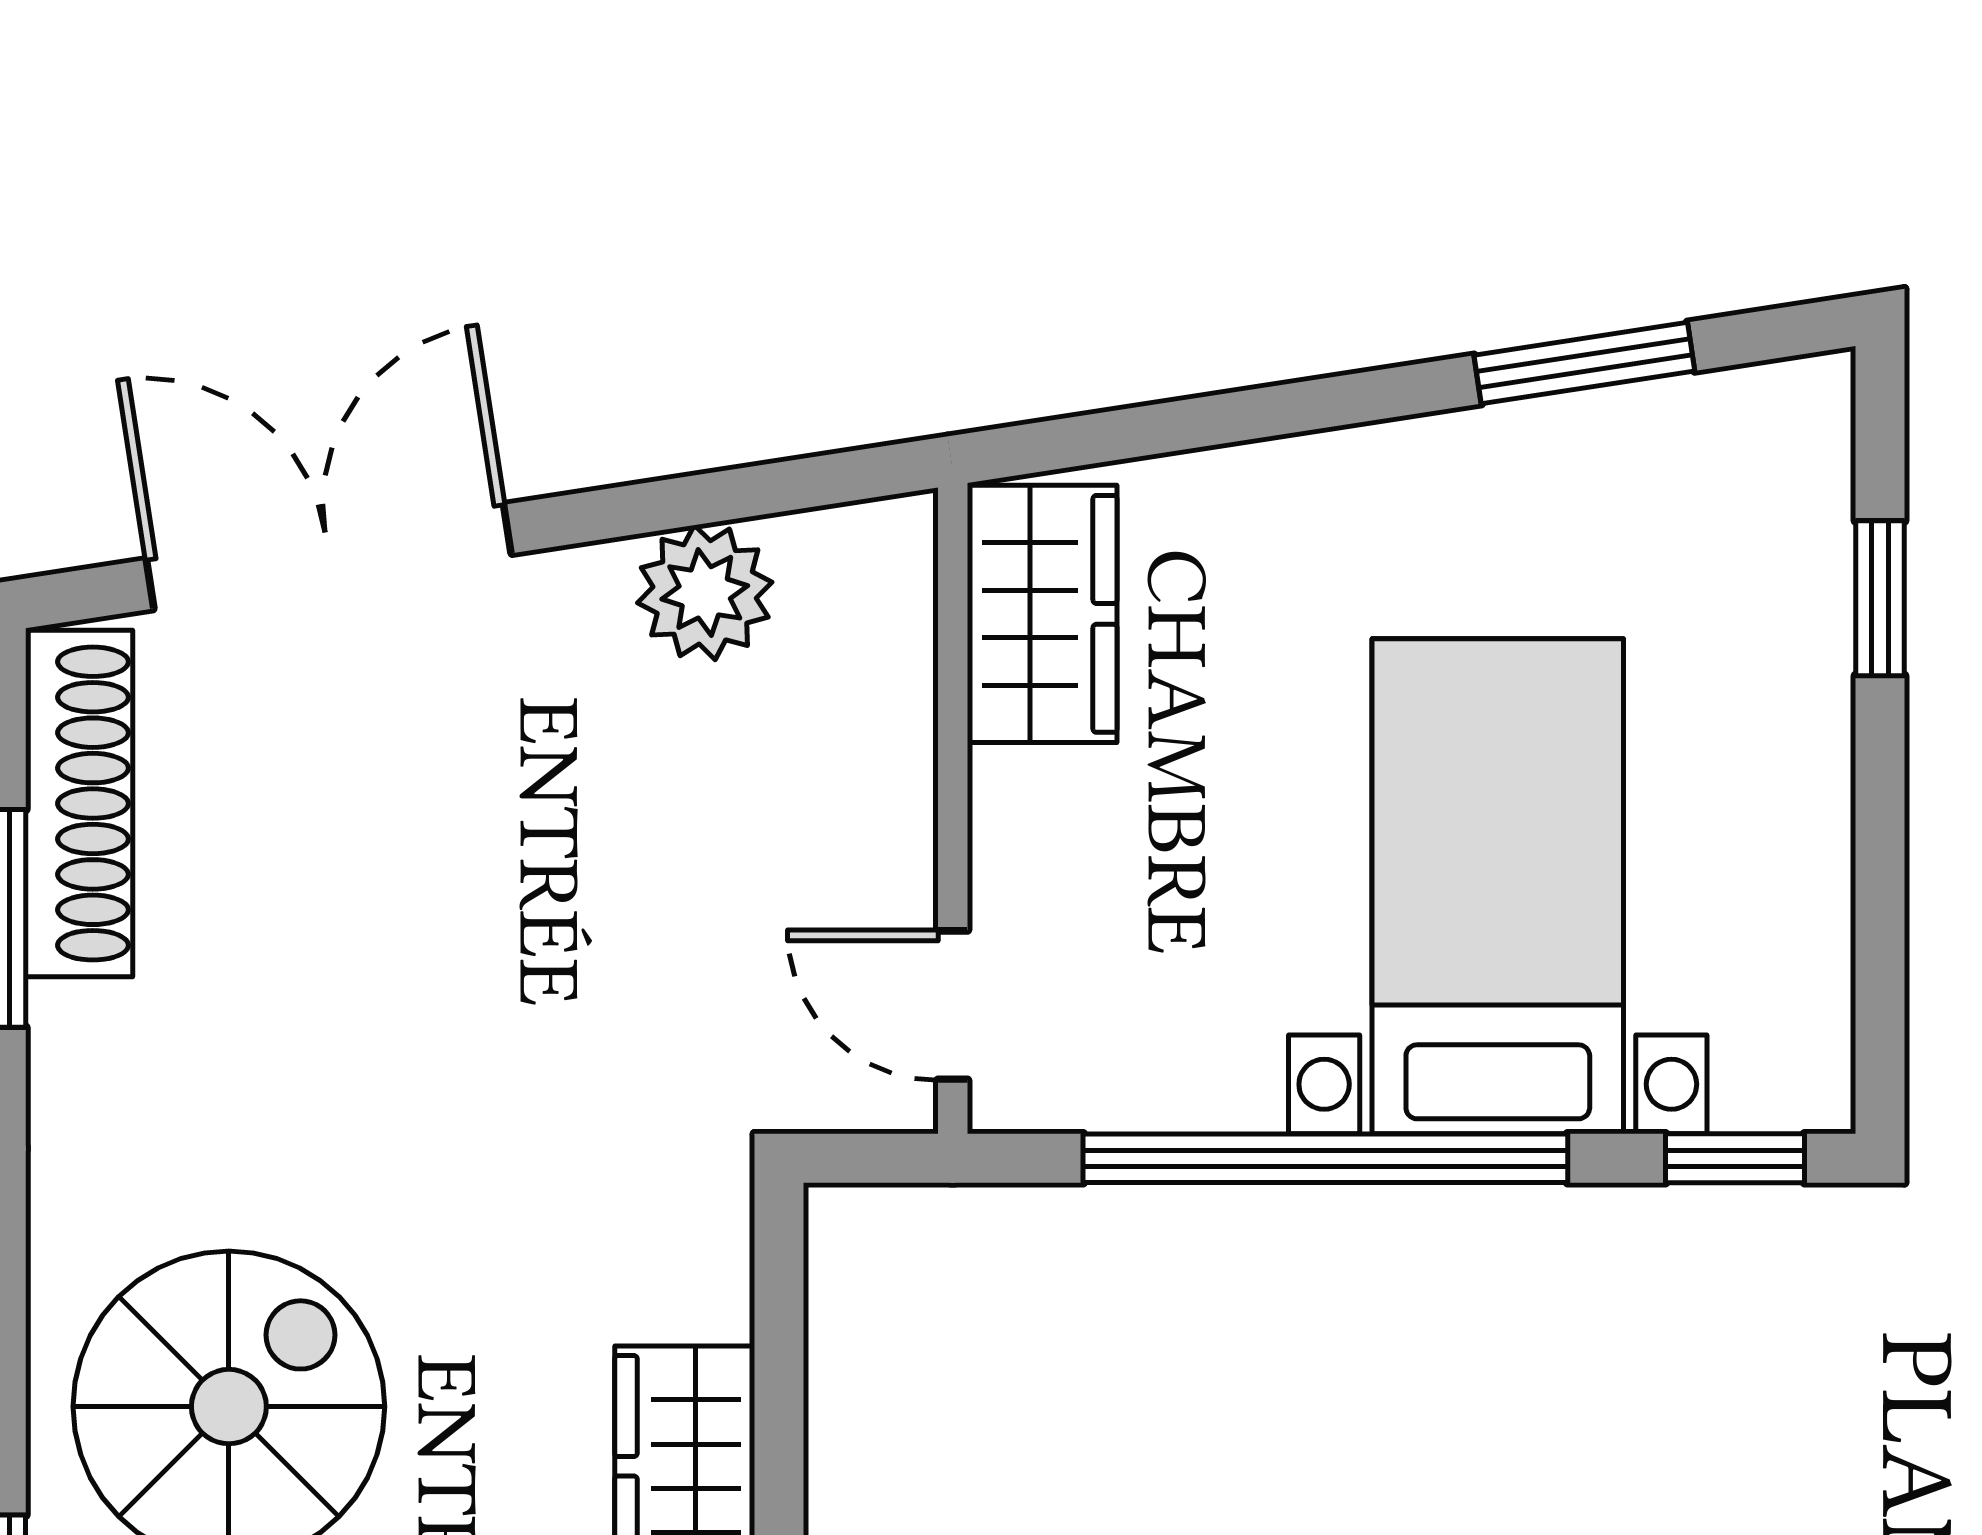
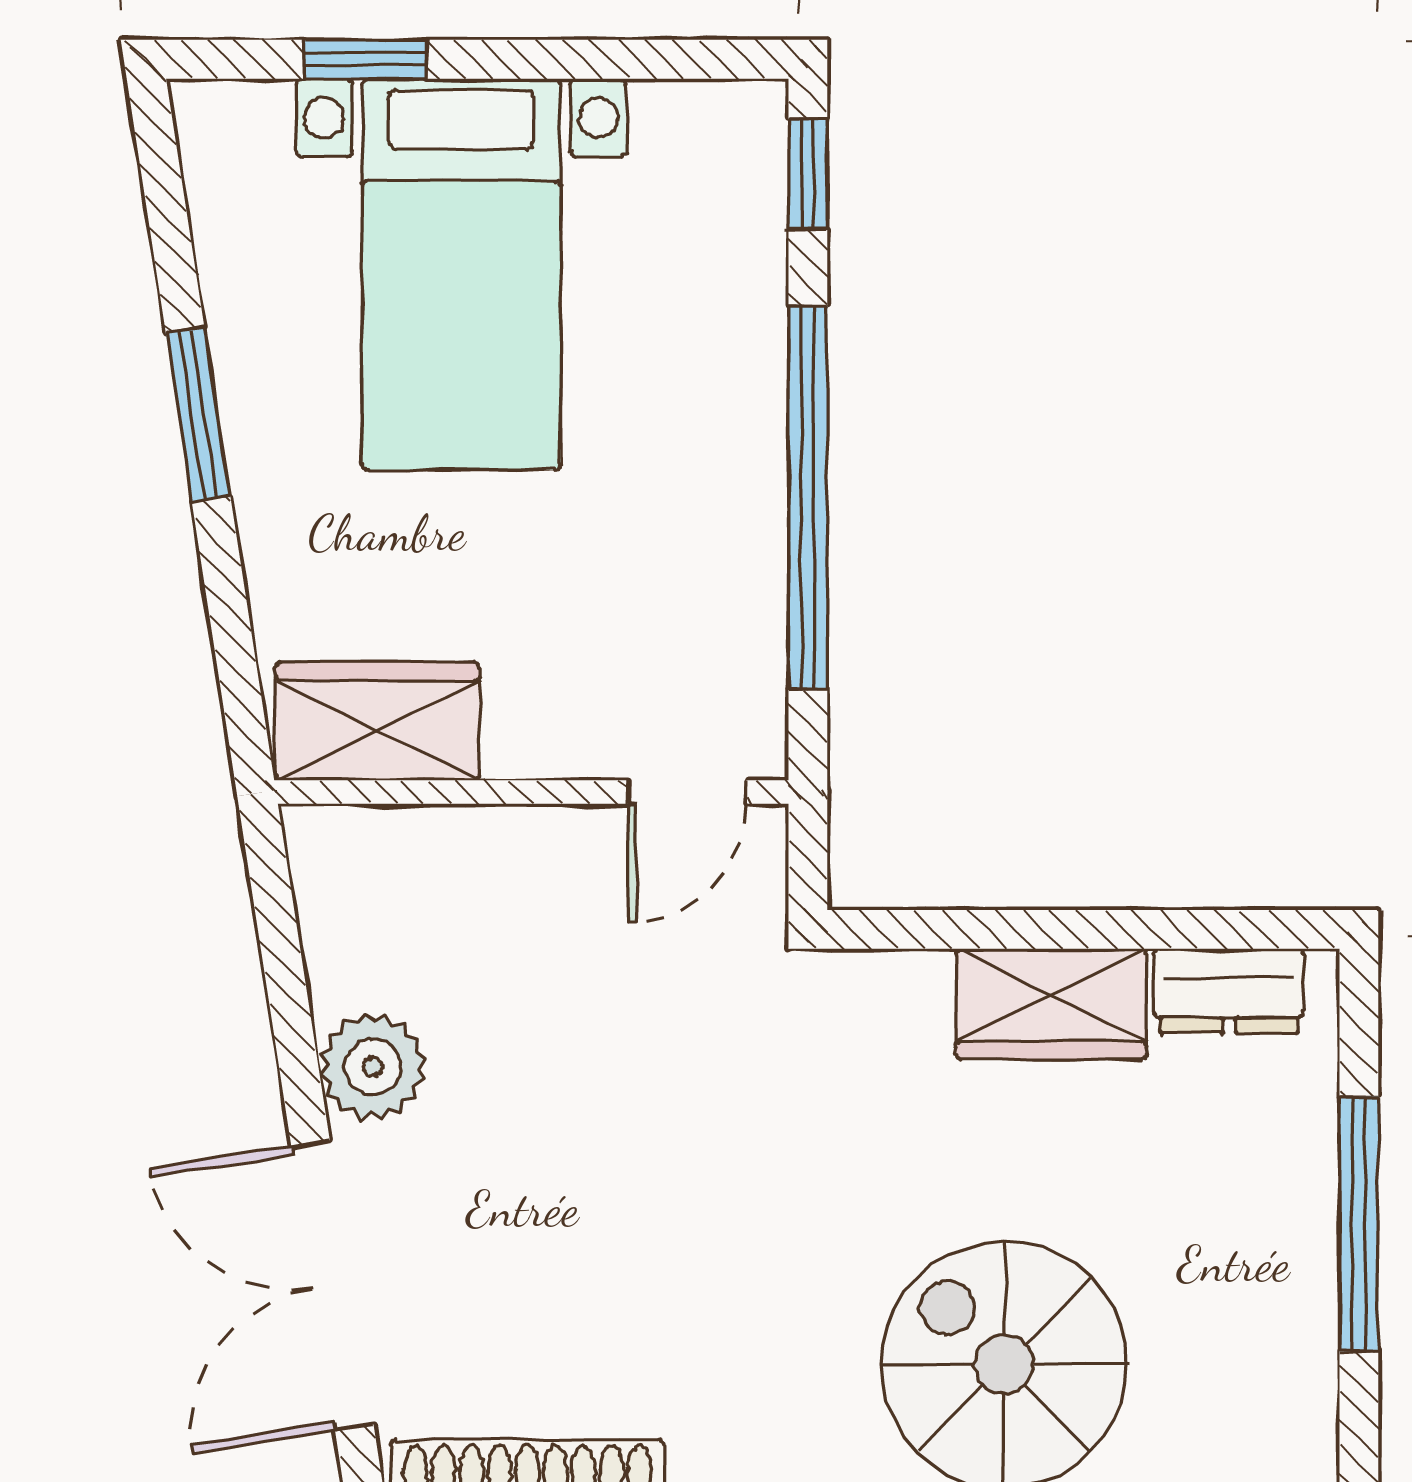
window: (1584, 363) -> (198, 414), moved
plant: (705, 592) -> (373, 1067), moved
bed with nightstands: (1498, 886) -> (461, 274), moved, turned -90

